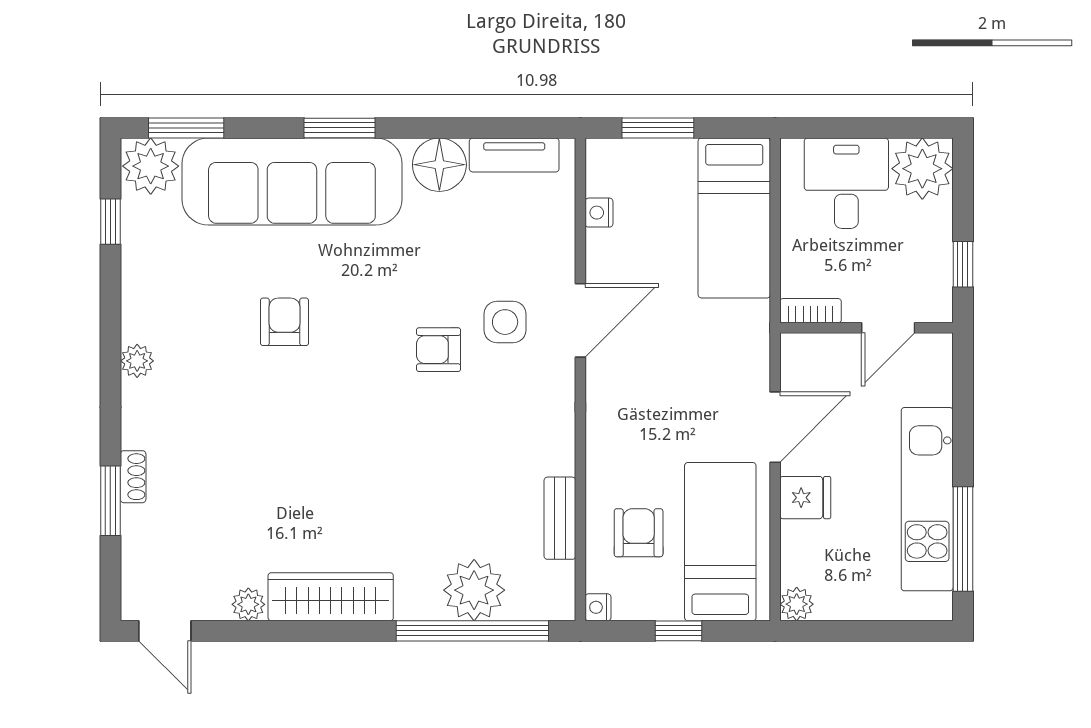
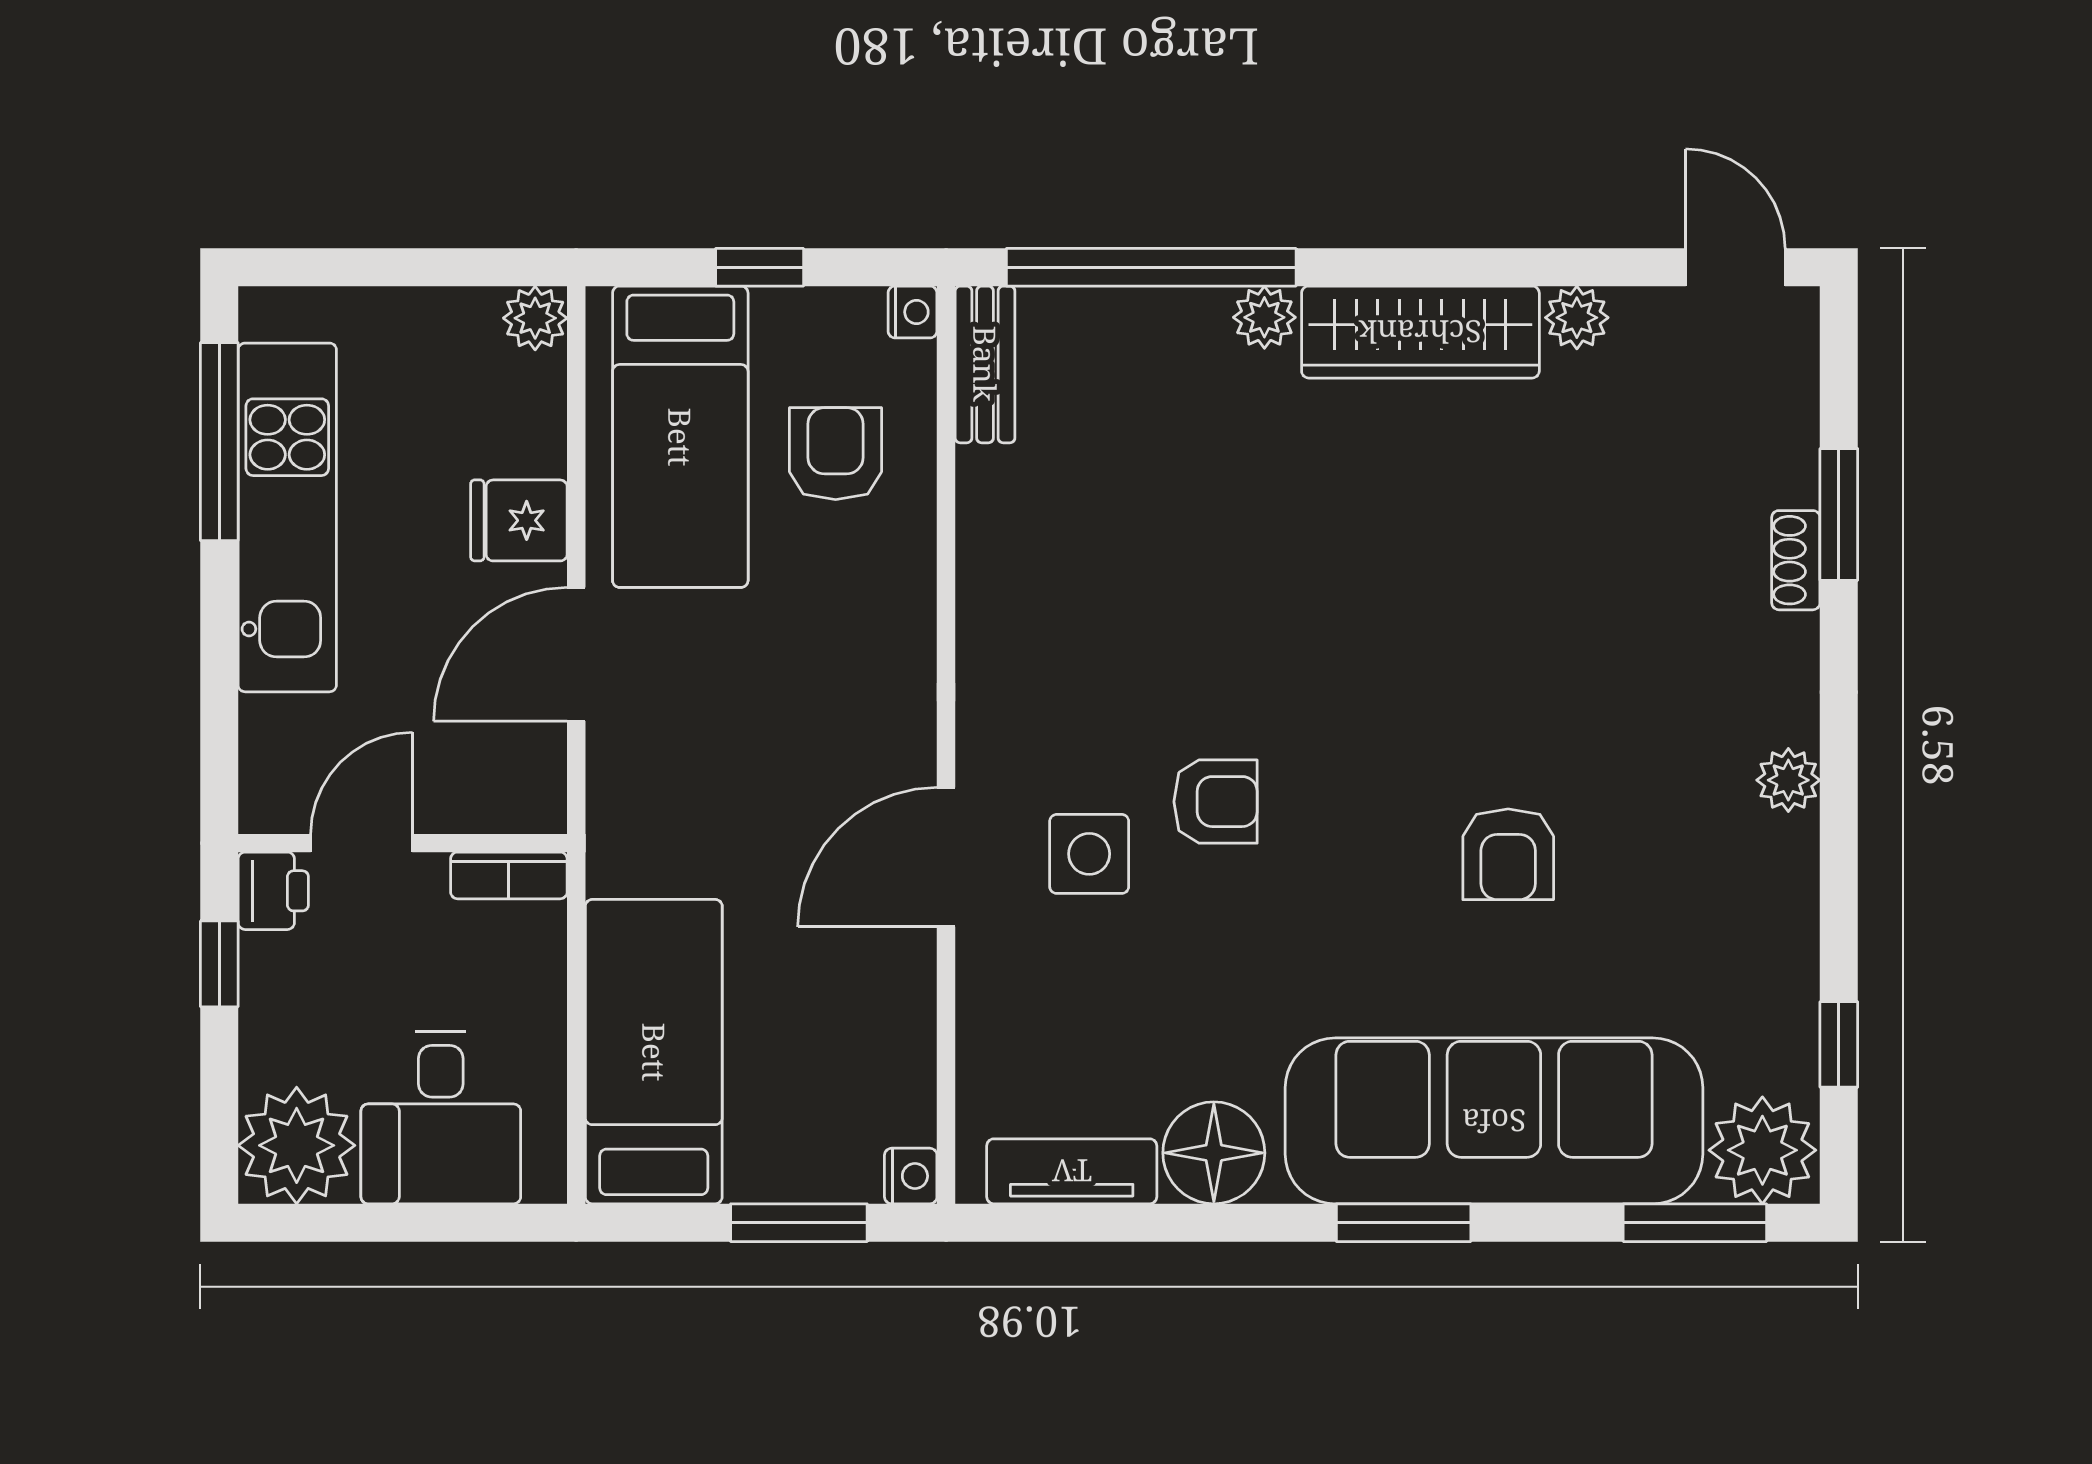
nightstand: (599, 213) -> (911, 1176), moved
printer: (934, 303) -> (273, 891), added
bench: (560, 518) -> (985, 364), moved
armchair: (639, 533) -> (836, 454), turned 180
plant: (474, 590) -> (1264, 317), moved, width x0.53, depth x0.53

